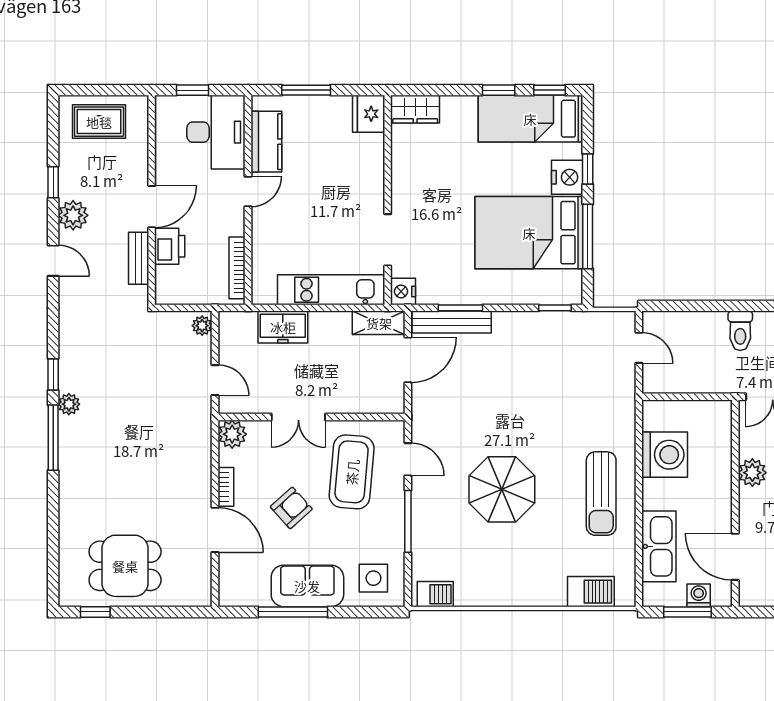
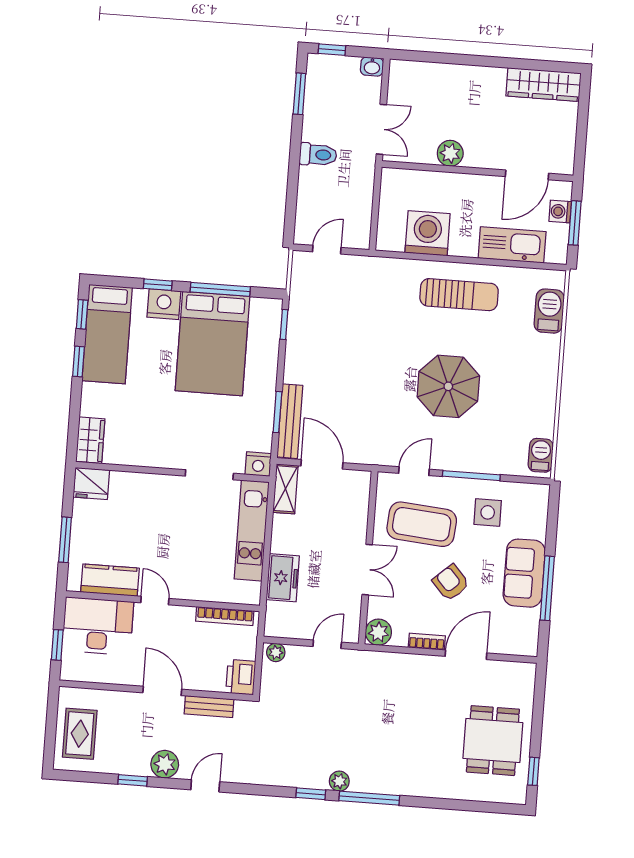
printer: (170, 246) -> (241, 677), moved, turned -90
side table: (373, 578) -> (488, 512), moved

